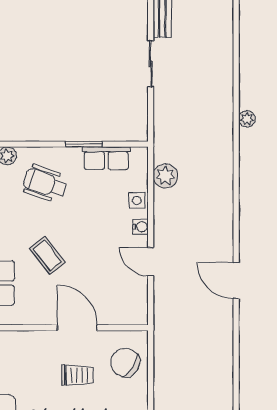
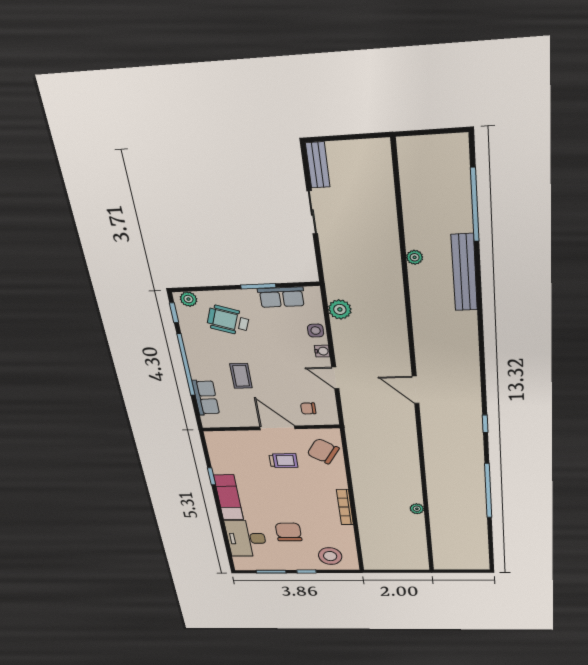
coffee table: (47, 255) -> (241, 376), turned 38
chair: (116, 302) -> (308, 408), added

